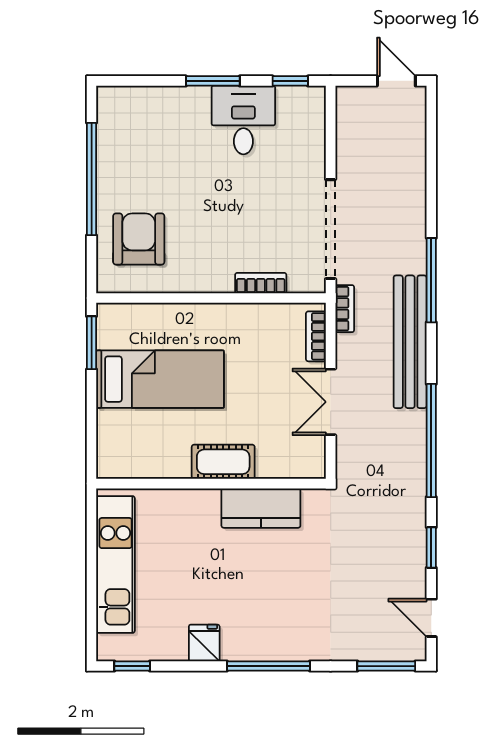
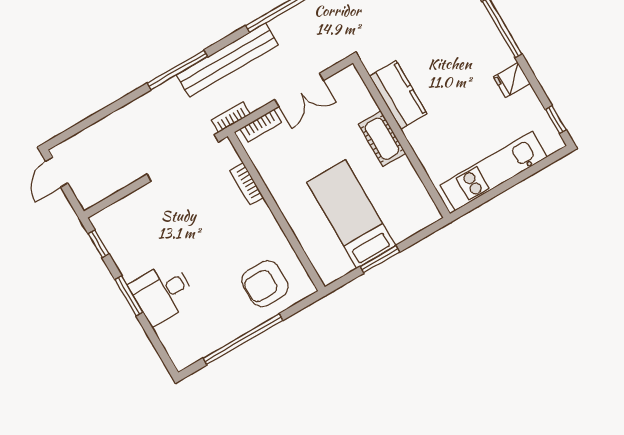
desk: (243, 120) -> (163, 293), moved
window: (92, 343) -> (380, 259), moved

